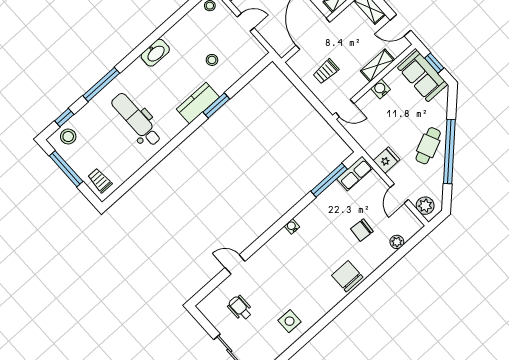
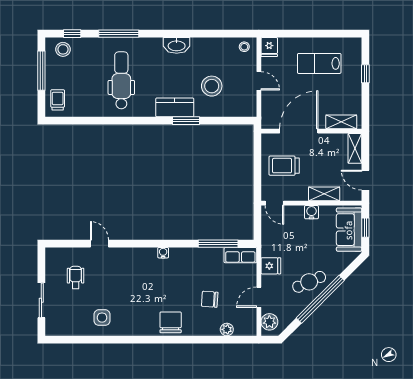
stool: (212, 60) -> (212, 86), width x1.89, depth x1.89
trolley: (326, 71) -> (284, 166), width x1.36, depth x1.39

